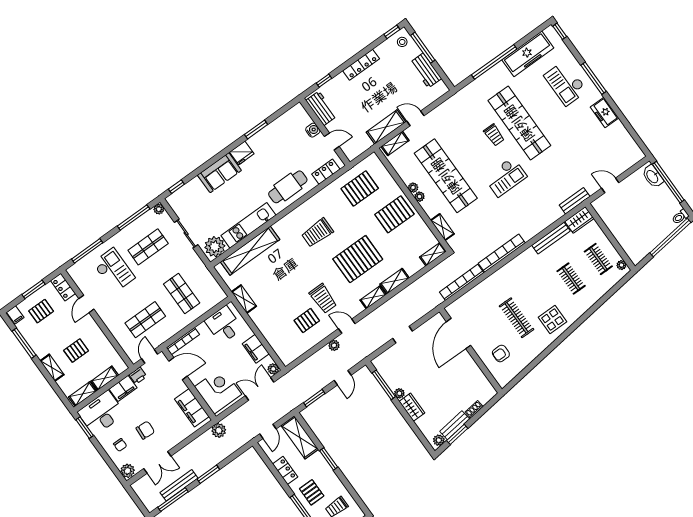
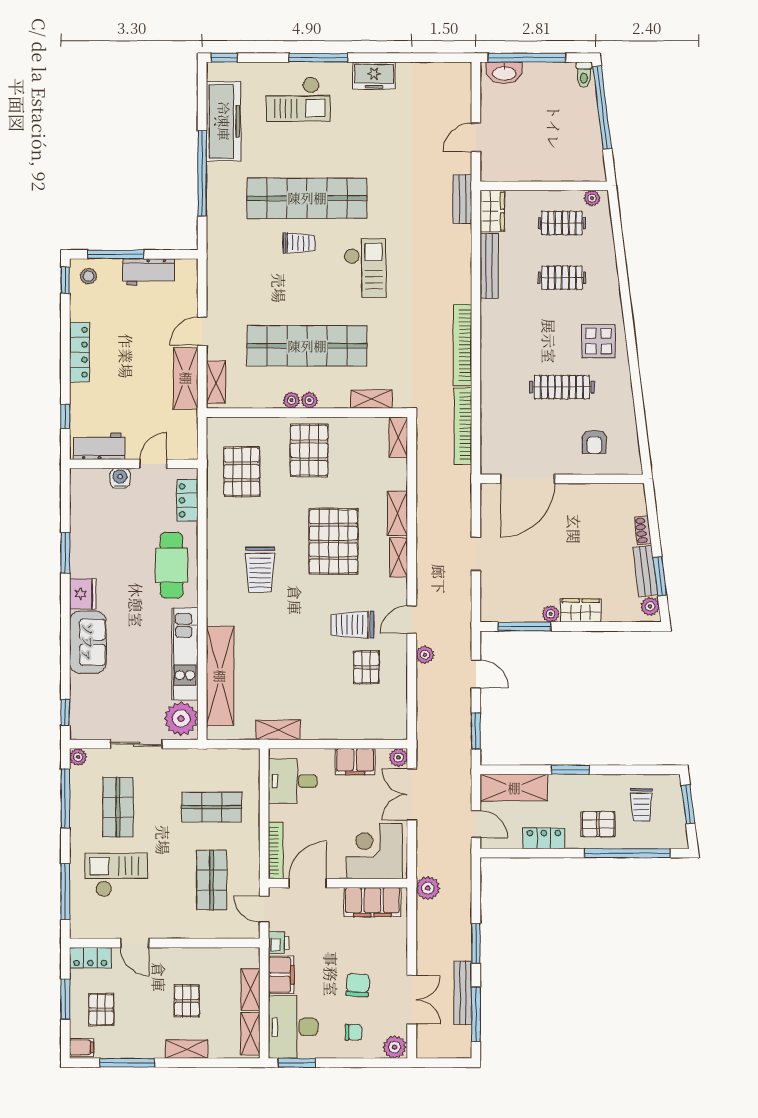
trolley: (323, 298) -> (353, 625), turned 180
door: (458, 334) -> (528, 479), hinge flipped

